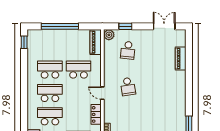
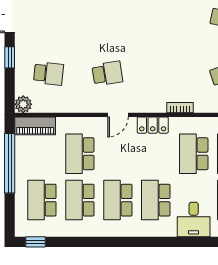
window: (60, 26) -> (10, 163), moved
window: (125, 26) -> (10, 57), moved
school desk: (50, 46) -> (42, 200), added

